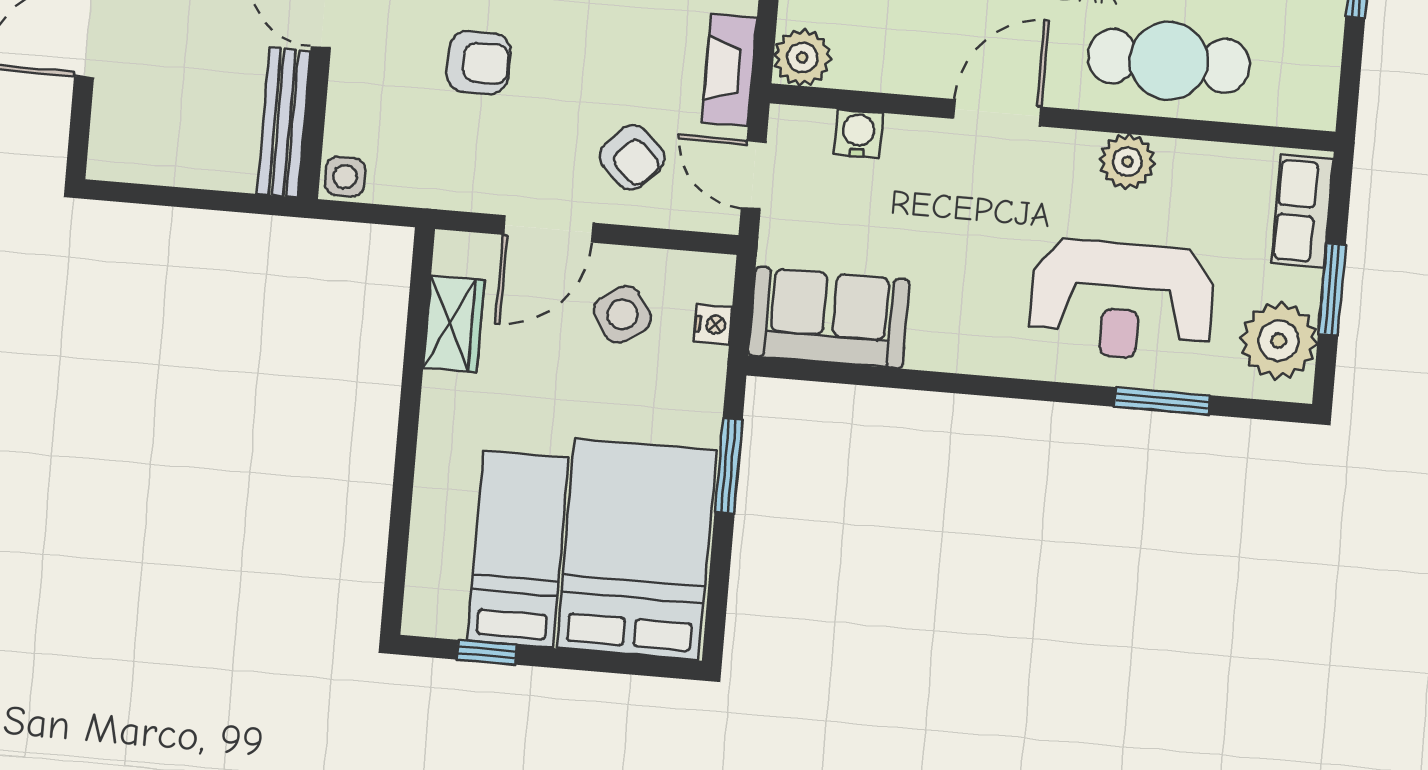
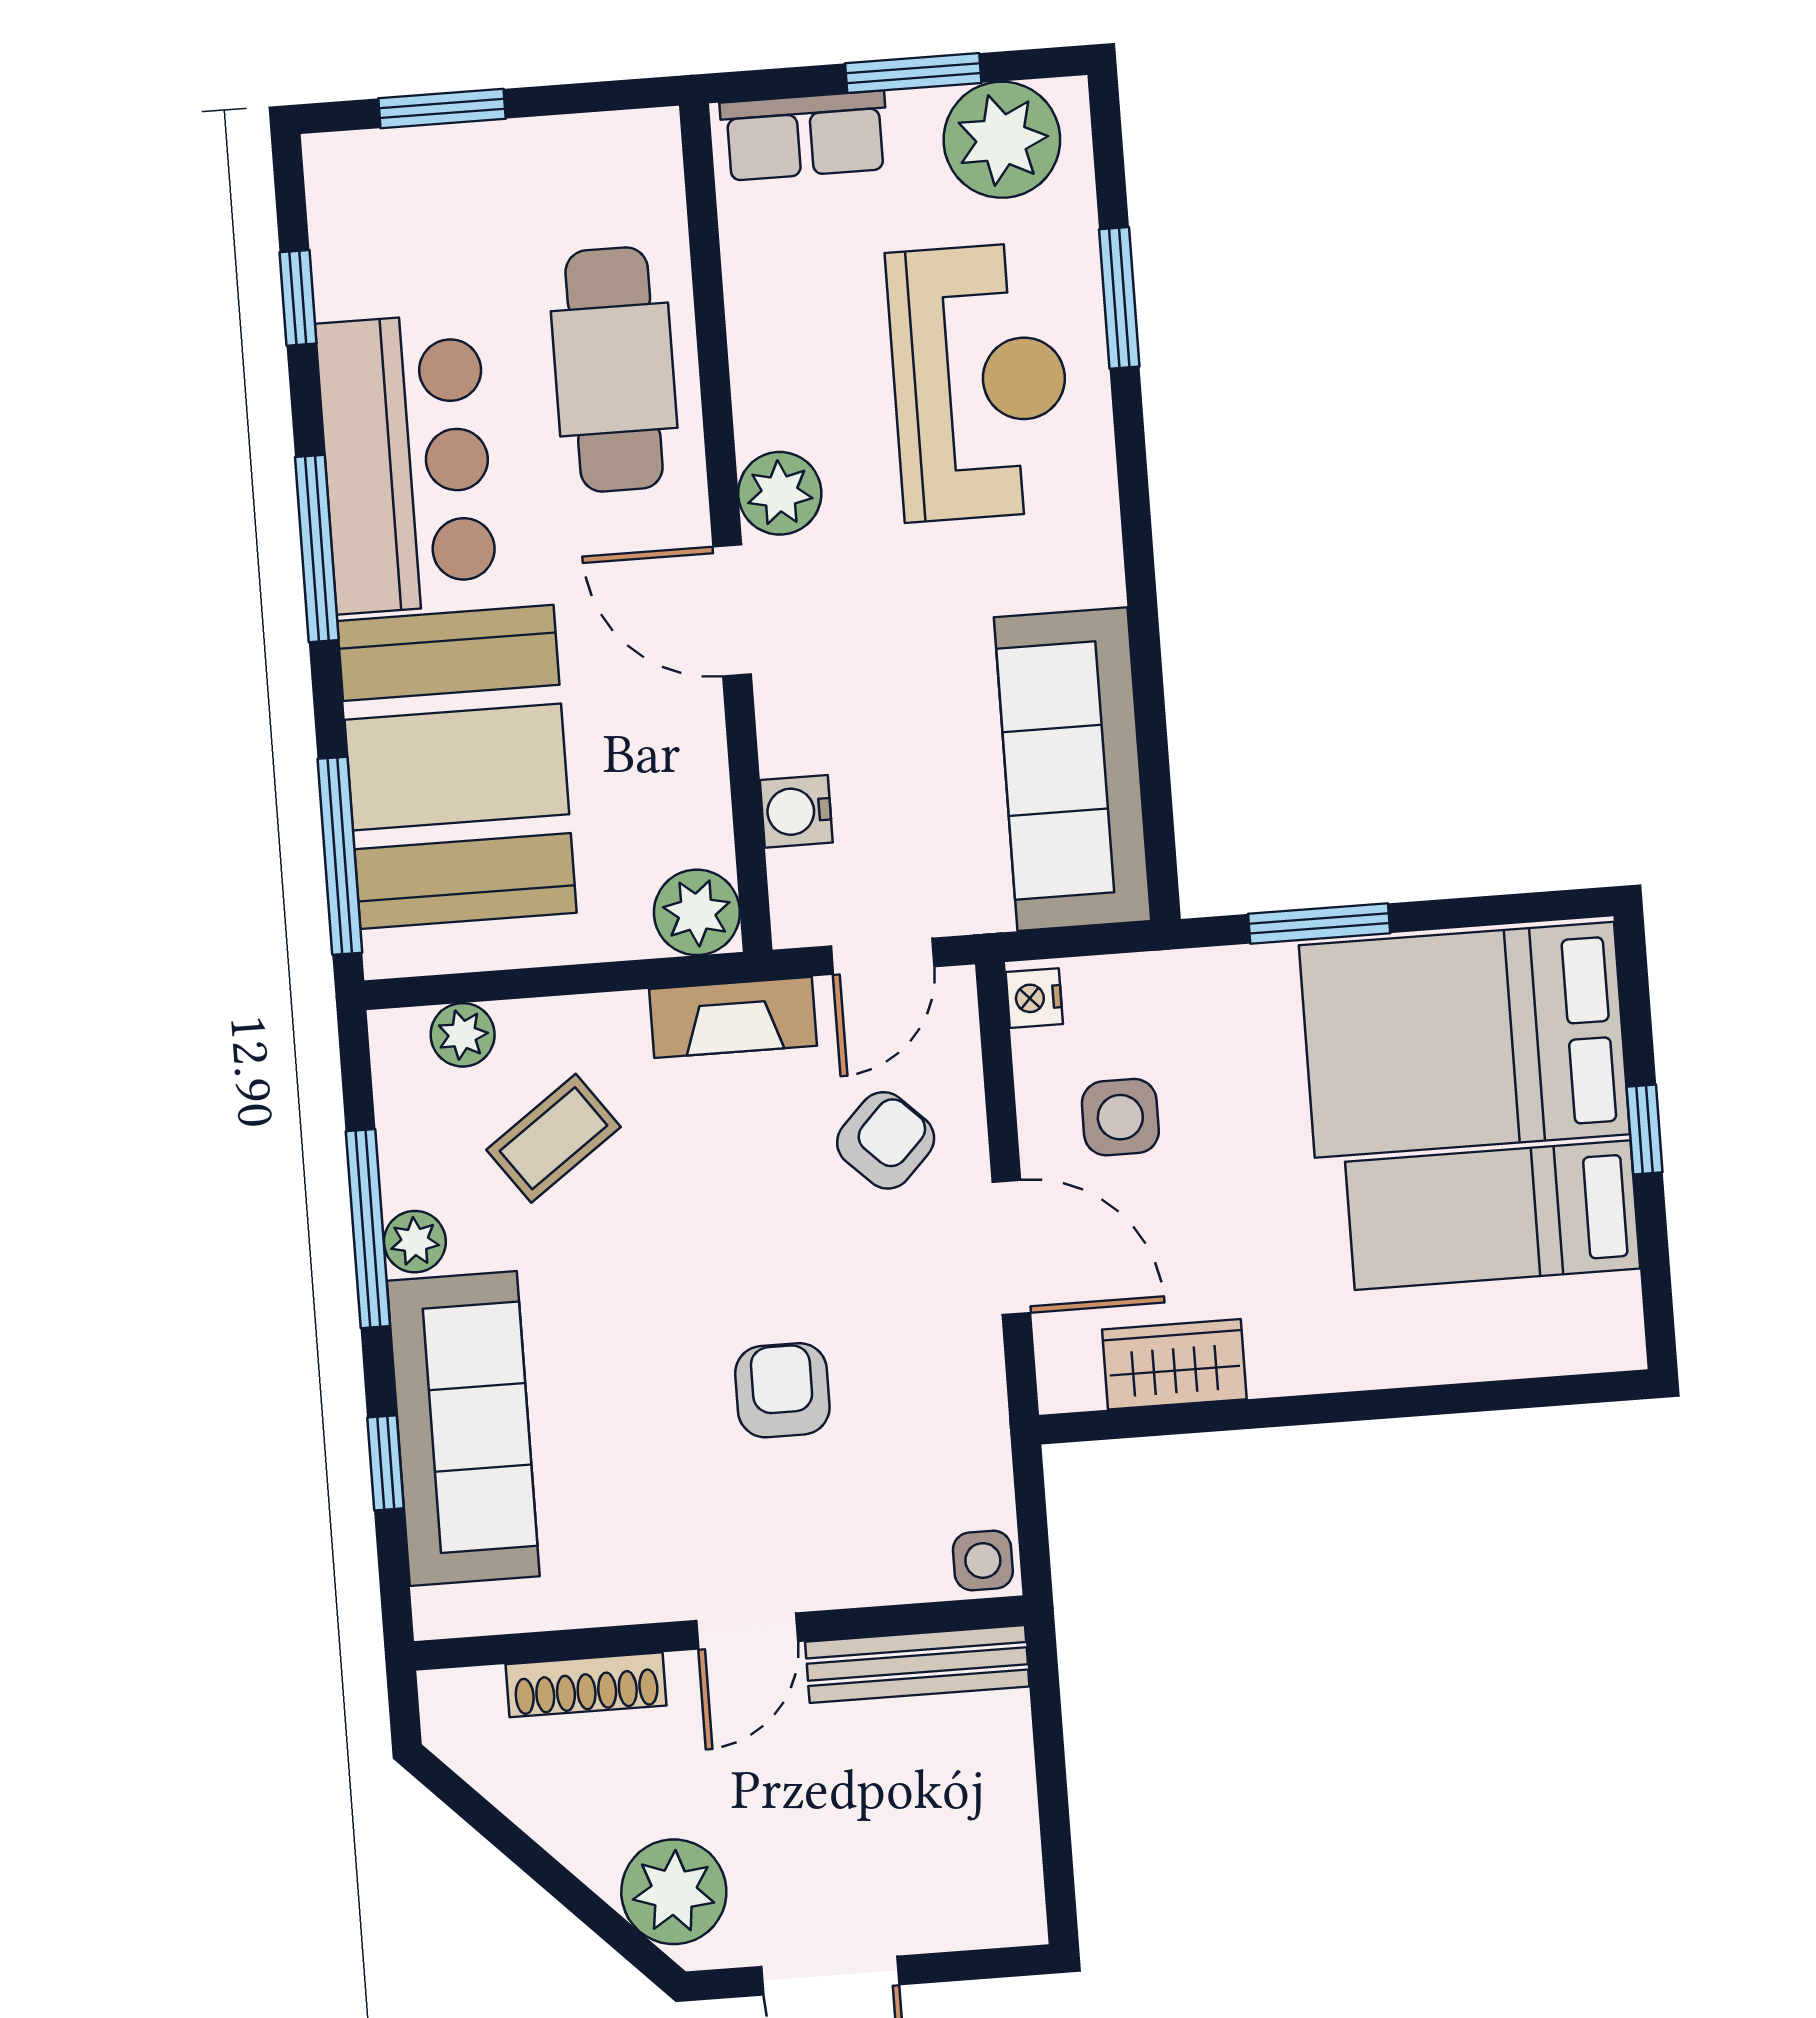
plant: (1127, 162) -> (780, 493), moved
side table: (622, 314) -> (1120, 1117), turned 34
sofa: (829, 318) -> (1073, 769), width x1.36
nightstand: (713, 325) -> (1034, 998), moved, turned -90
window: (487, 652) -> (1645, 1130), moved

